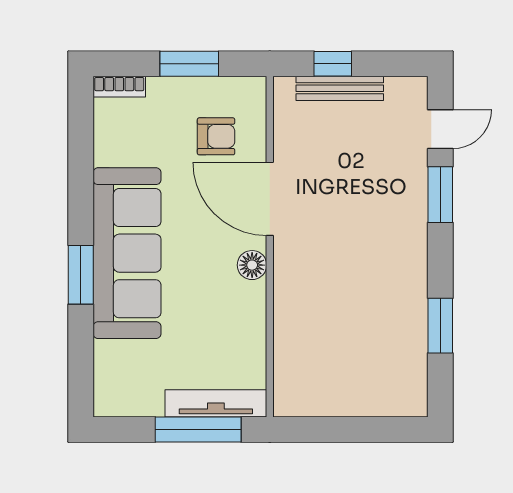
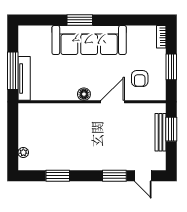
window: (333, 64) -> (171, 129), width x1.50
door: (270, 199) -> (113, 102), width x0.73
plant: (387, 405) -> (23, 153), added

